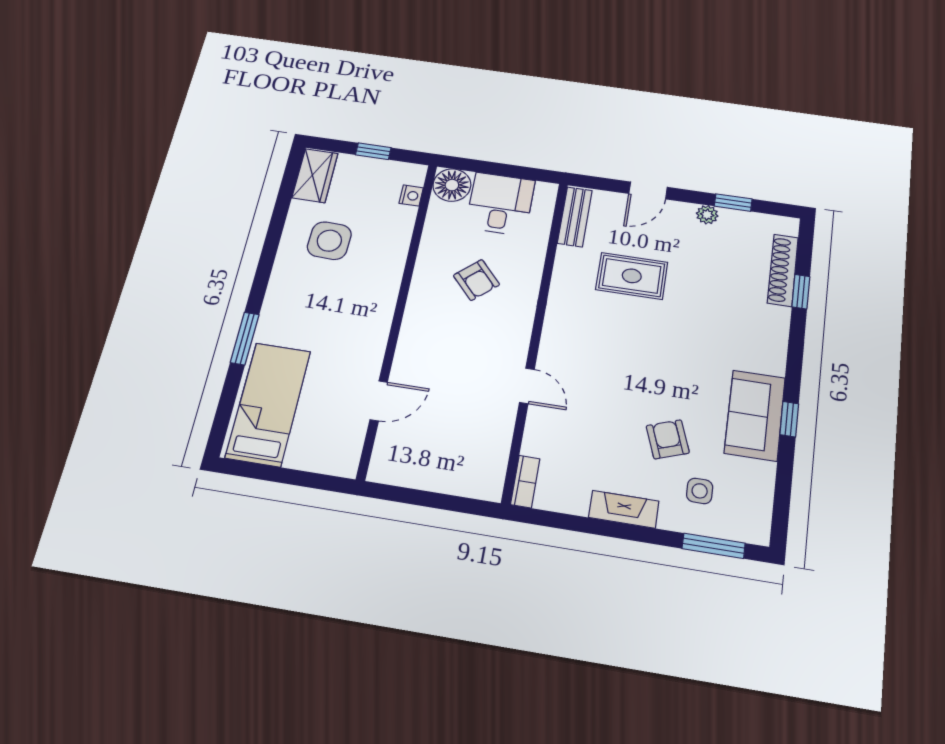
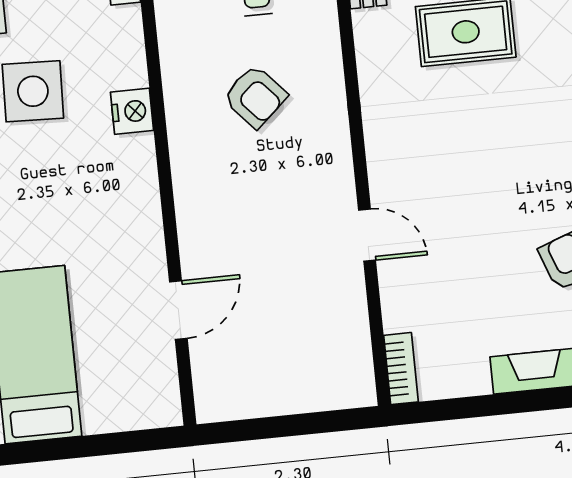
nightstand: (391, 269) -> (132, 111), added

